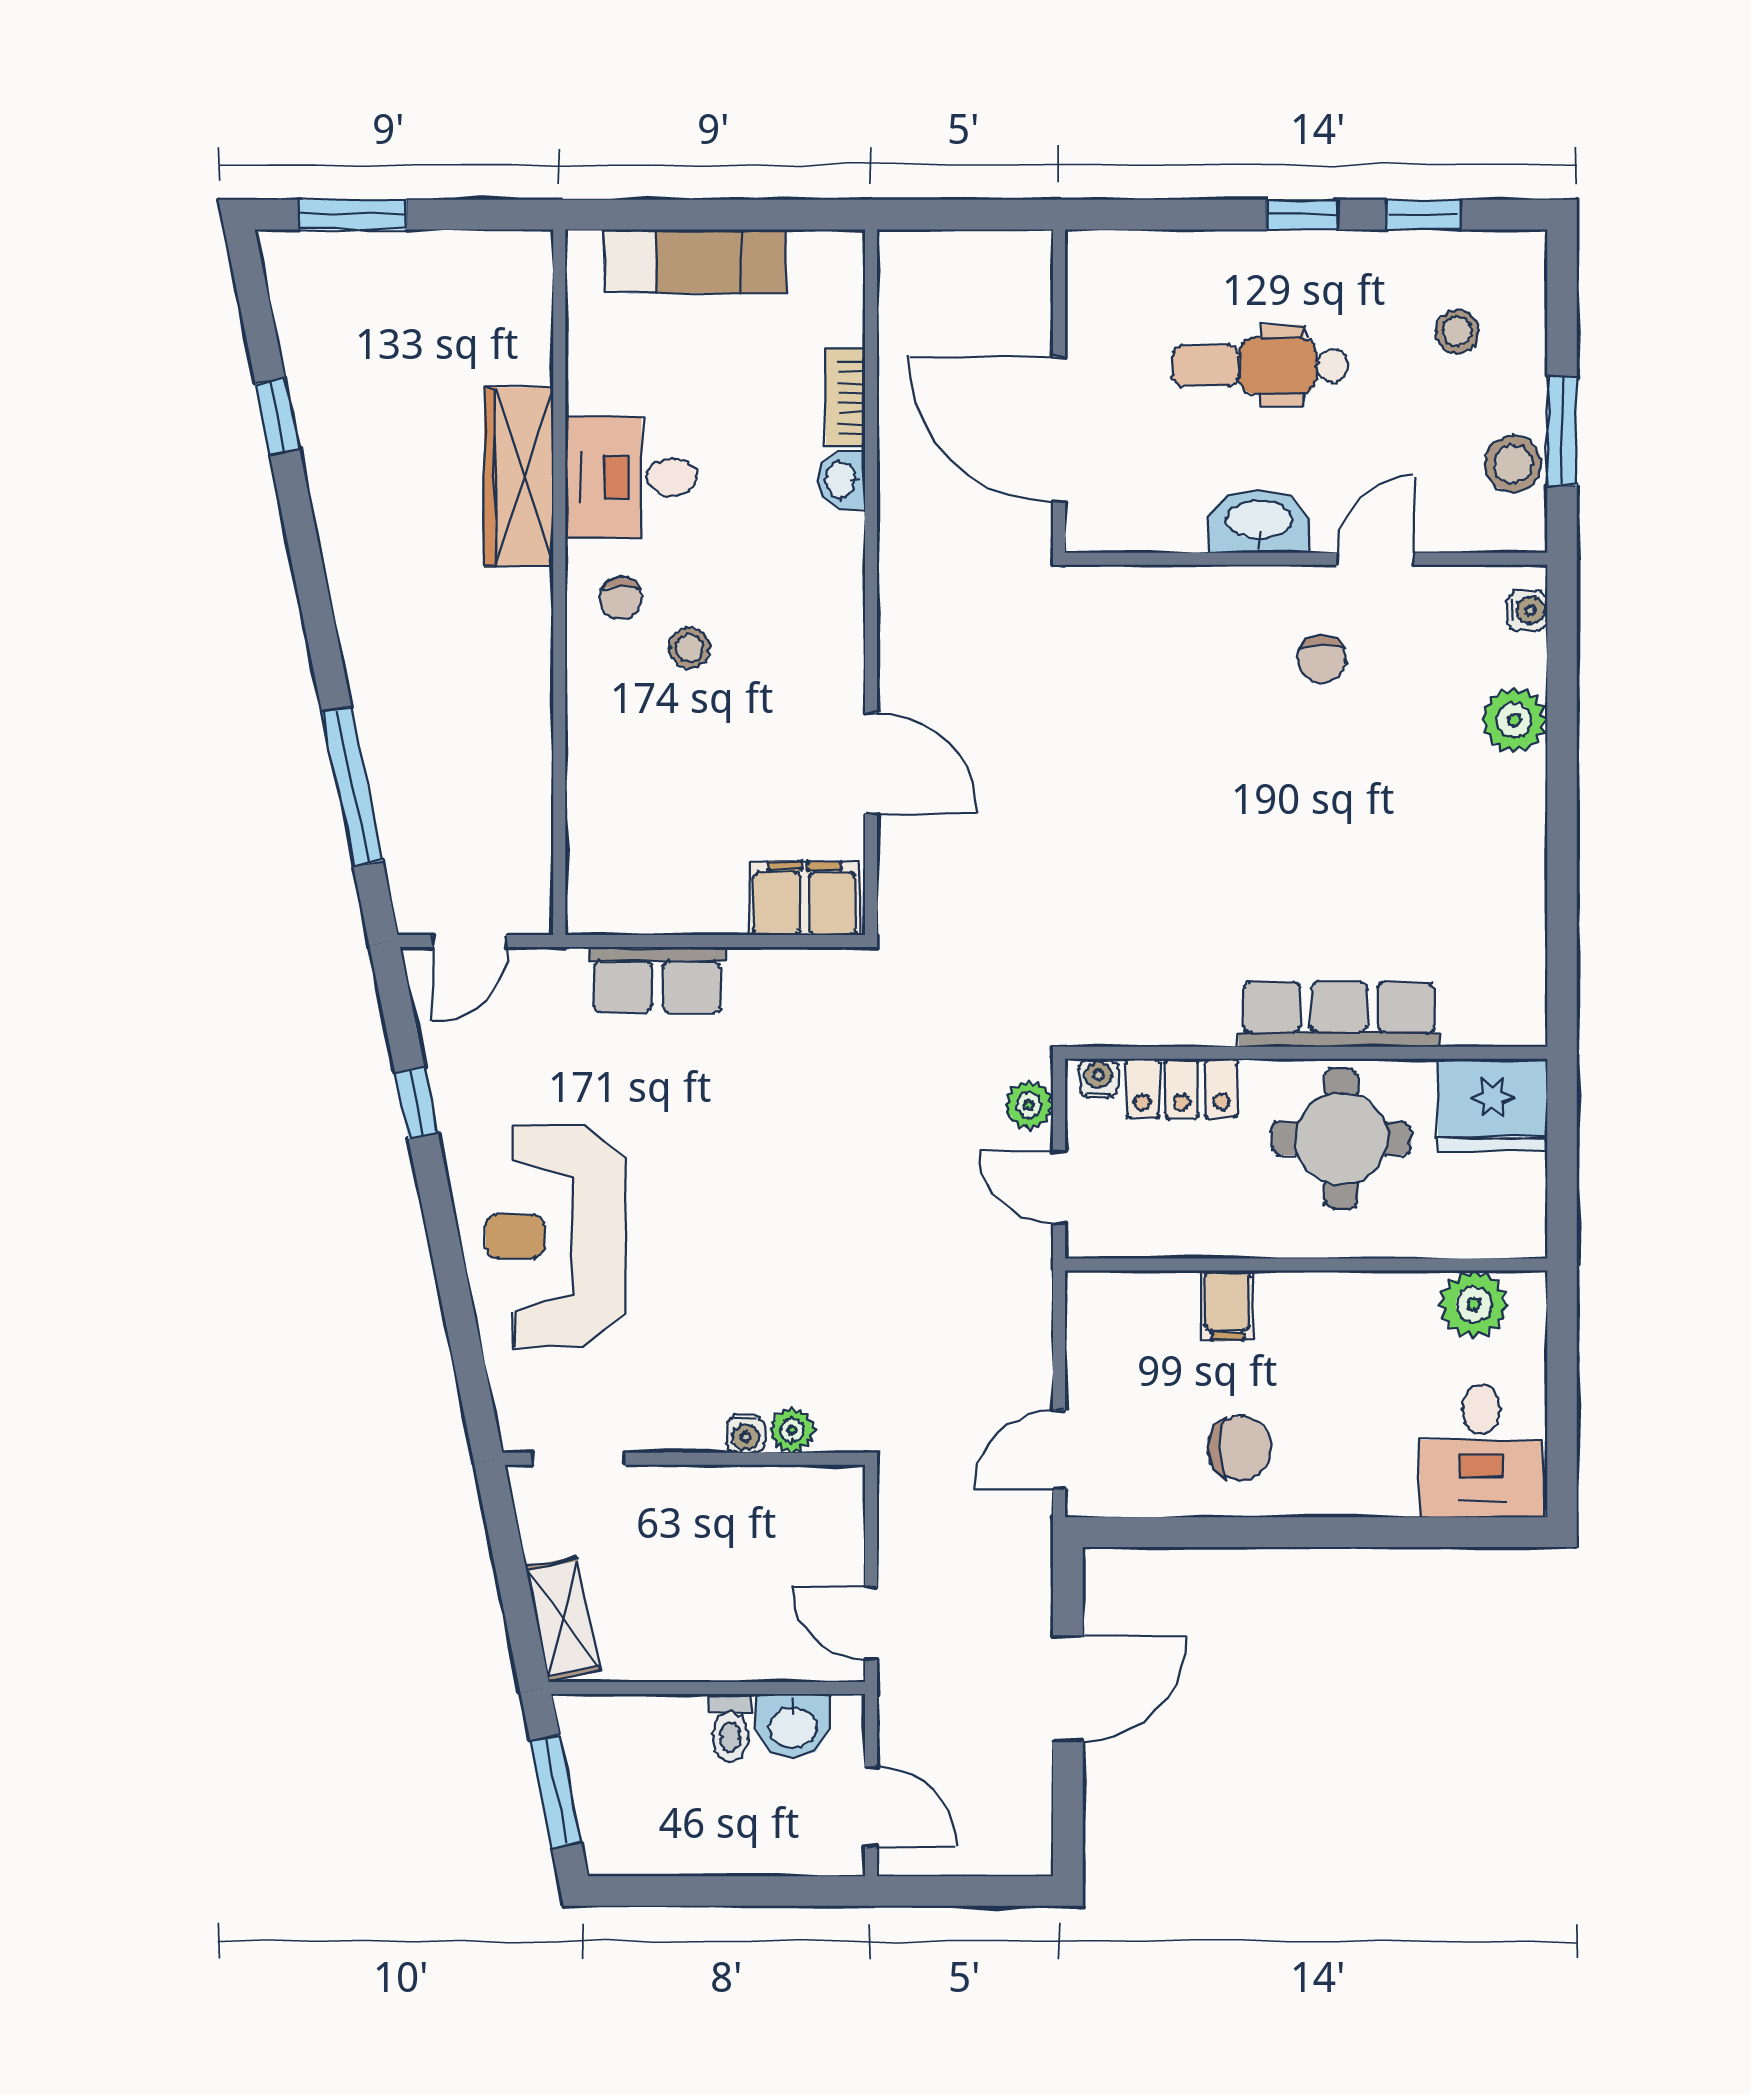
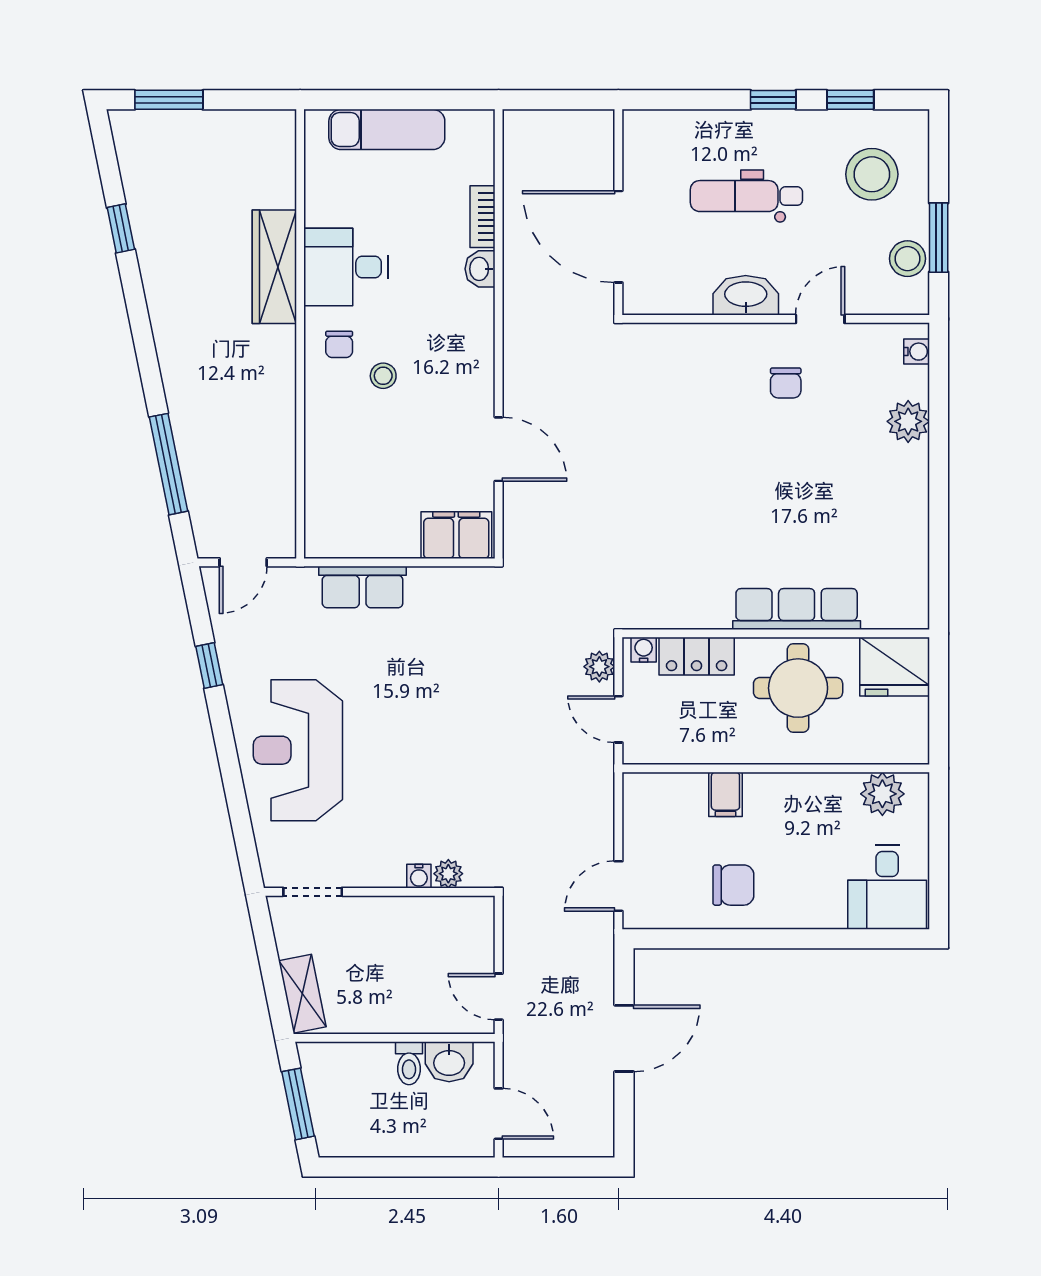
stool: (1457, 332) -> (872, 174), width x1.89, depth x1.89

